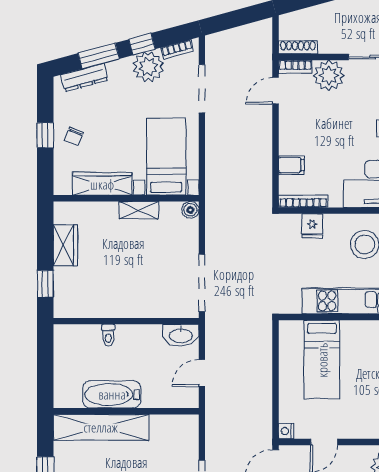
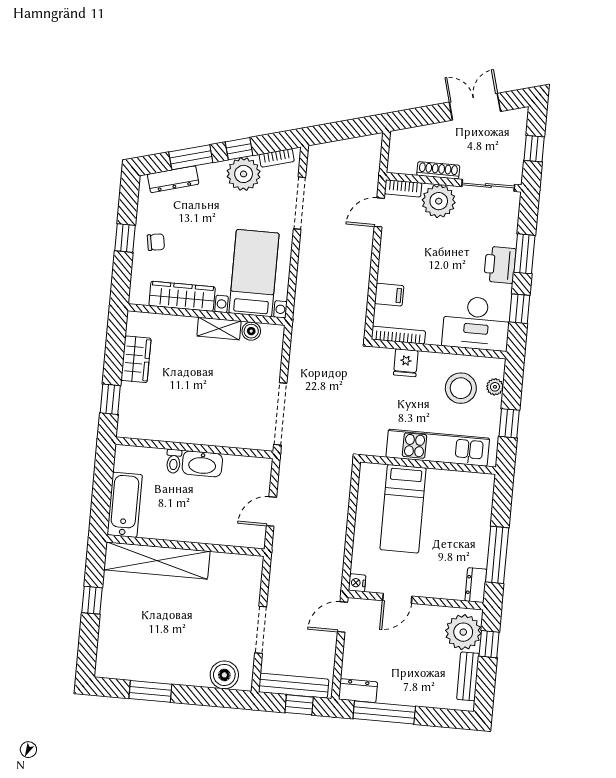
shoe rack: (298, 47) -> (438, 170), moved
chair: (74, 136) -> (156, 242), turned -122
boiler: (190, 210) -> (251, 331), moved
washbasin: (181, 335) -> (202, 464), moved
bathtub: (112, 394) -> (125, 505), moved, turned 90

